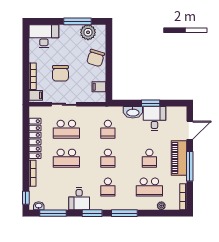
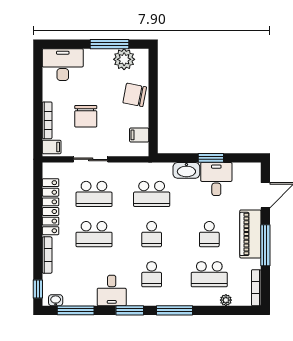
chair: (96, 58) -> (135, 95), turned 84
school desk: (108, 129) -> (152, 194), width x1.85

